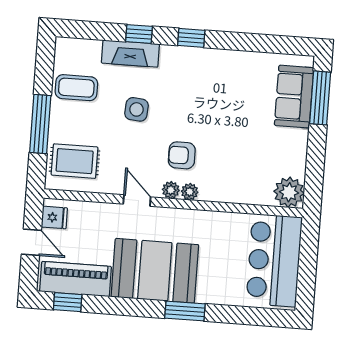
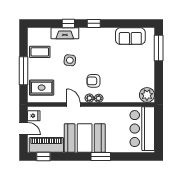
sofa: (294, 97) -> (130, 36), moved, turned -90

